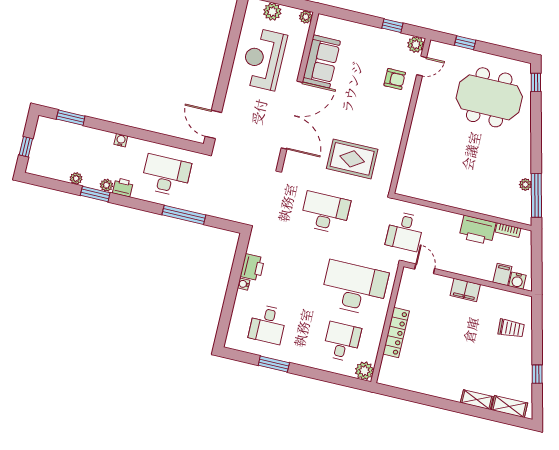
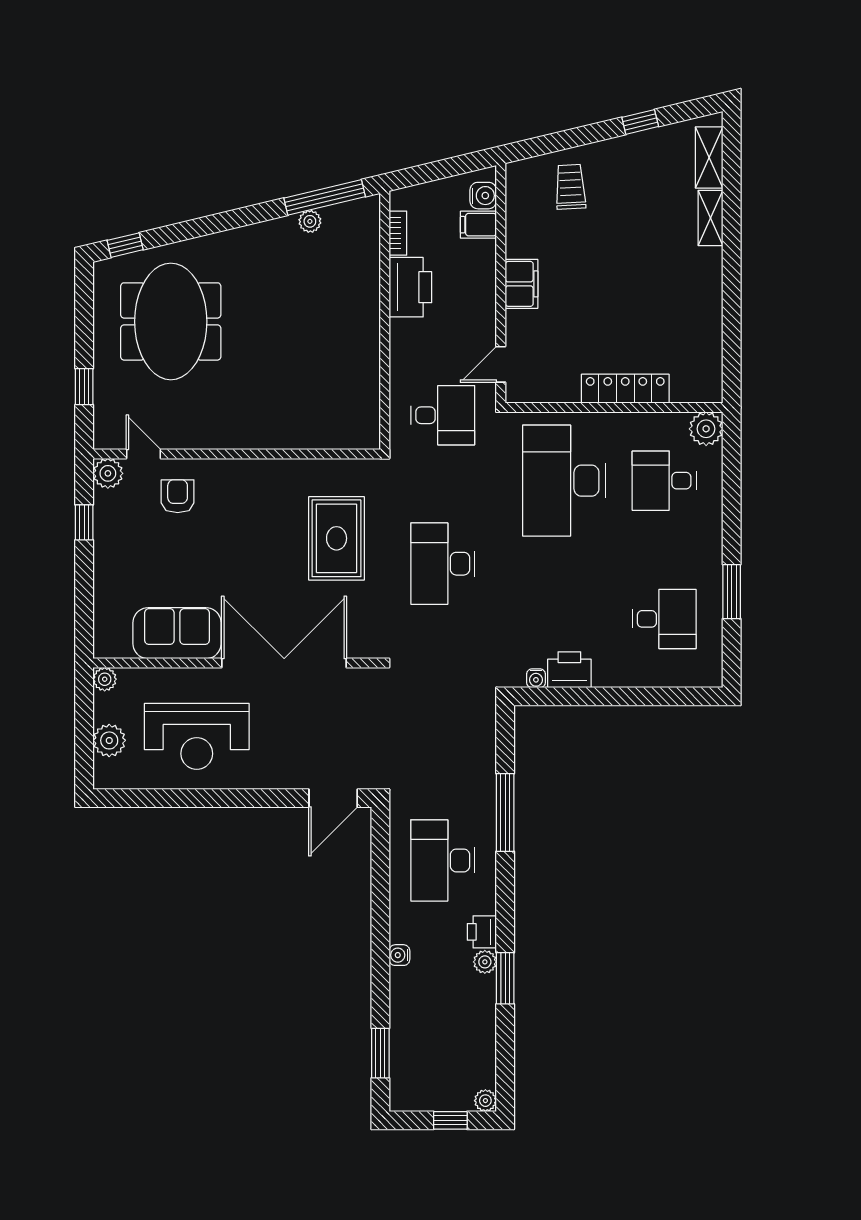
plant: (76, 178) -> (485, 1101), moved
water cooler: (244, 284) -> (536, 678), moved

